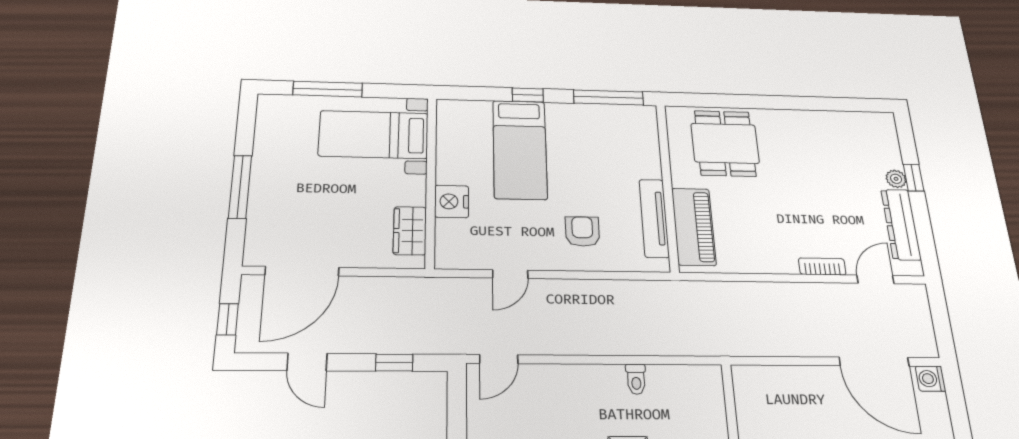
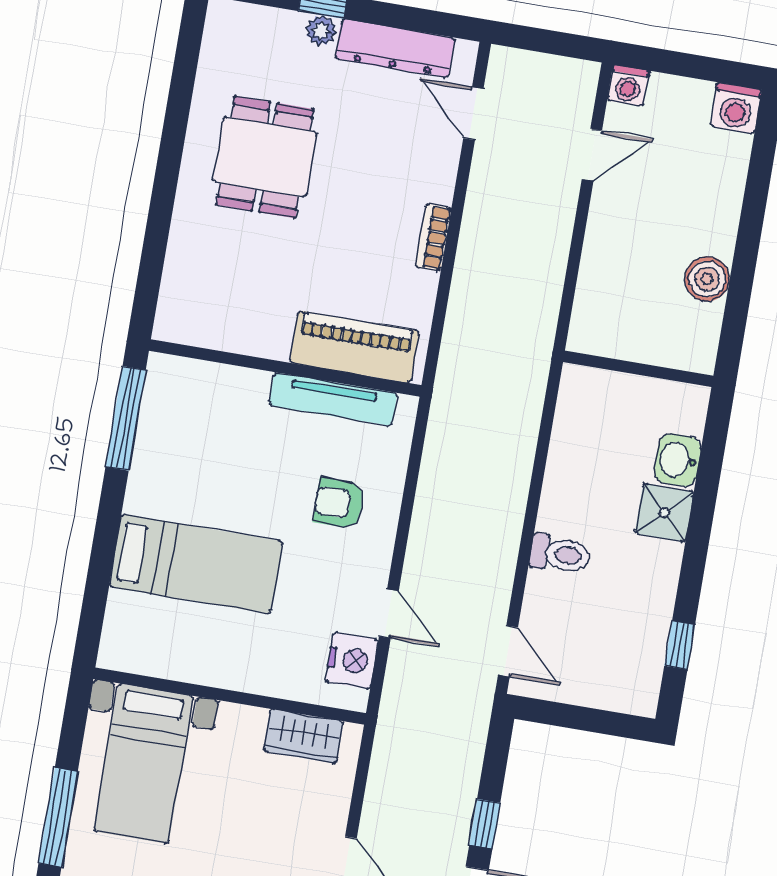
window: (528, 95) -> (106, 535), removed
dining table: (725, 143) -> (265, 157), moved, turned 90
nightstand: (452, 201) -> (352, 660), moved, turned -90
bookcase: (822, 266) -> (433, 238), moved
door: (874, 362) -> (592, 155), width x0.53
window: (394, 363) -> (485, 824), moved
toilet: (636, 379) -> (560, 554), moved, width x1.37, depth x1.39

